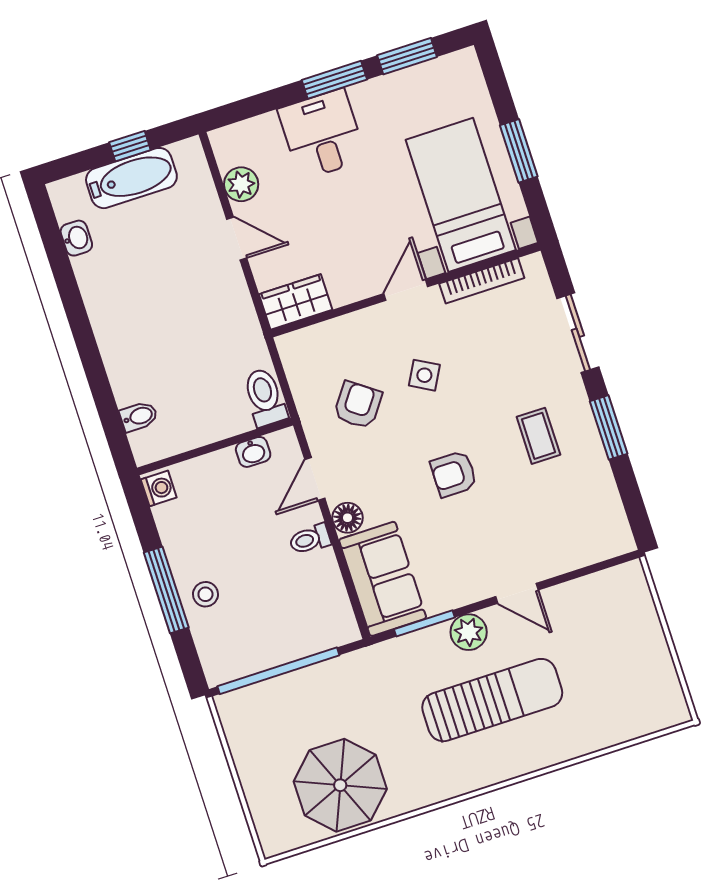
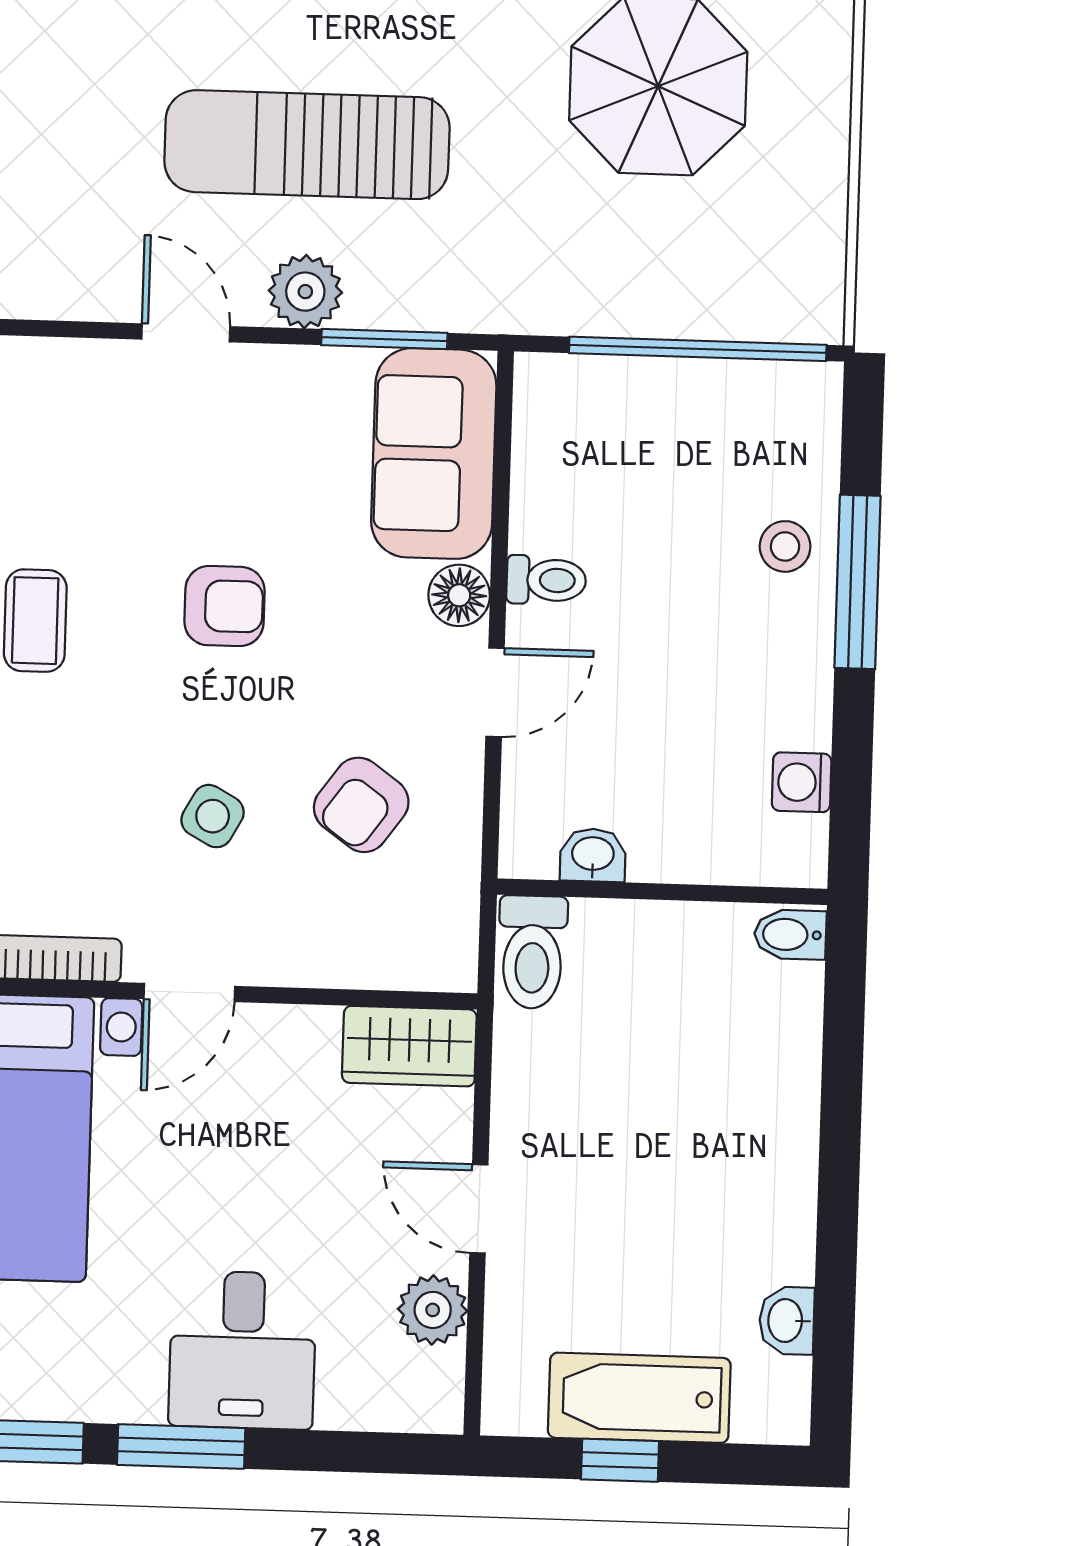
toilet: (265, 397) -> (532, 952), moved
wall: (215, 447) -> (662, 892), moved
washbasin: (253, 452) -> (593, 855), moved

